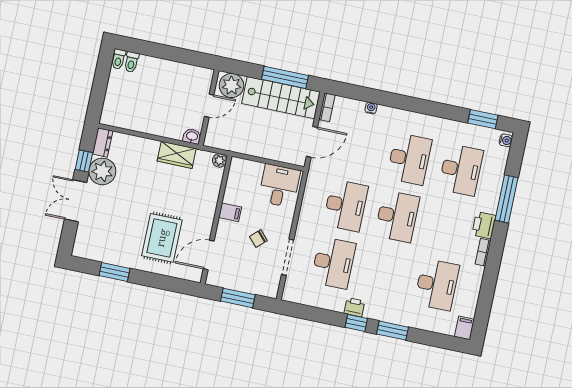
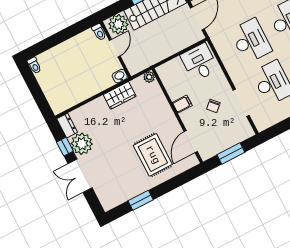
toilet: (131, 62) -> (99, 32), moved

